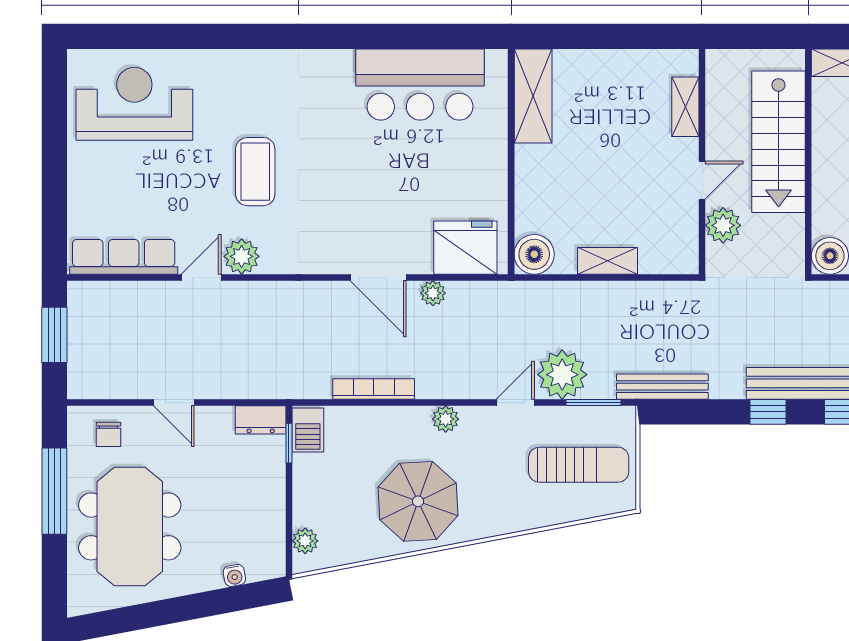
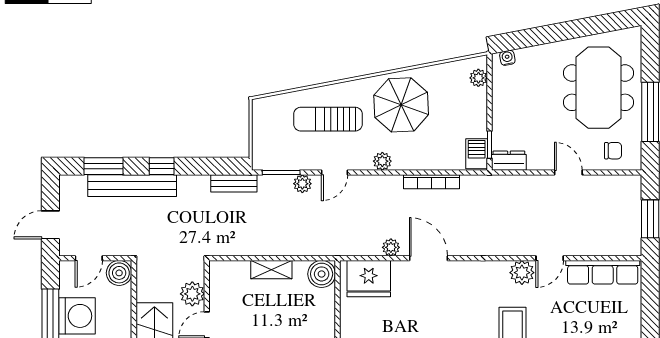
plant: (562, 375) -> (302, 184), width x0.53, depth x0.53
bench: (662, 387) -> (234, 183), width x0.73
chair: (109, 434) -> (613, 151), turned 90
sun lounger: (579, 465) -> (328, 119), moved
water cooler: (234, 575) -> (507, 58), moved

